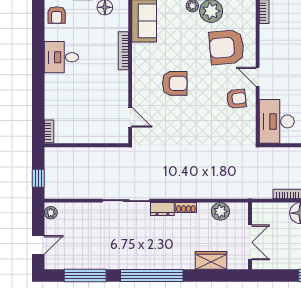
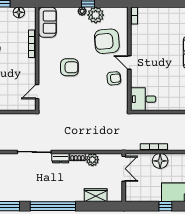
door: (130, 117) -> (37, 92), swing flipped
desk: (277, 121) -> (143, 99), width x0.73
plant: (220, 211) -> (92, 160), moved
double door: (250, 242) -> (124, 169), moved

